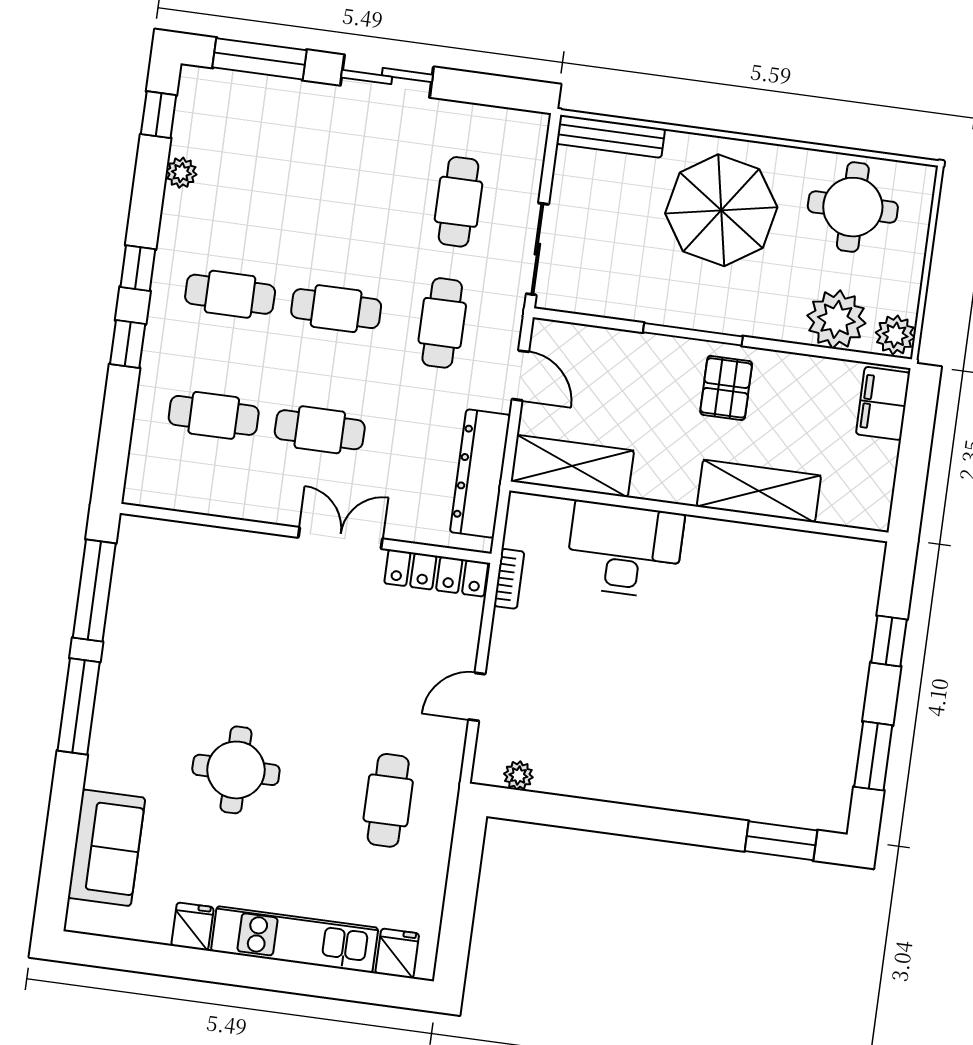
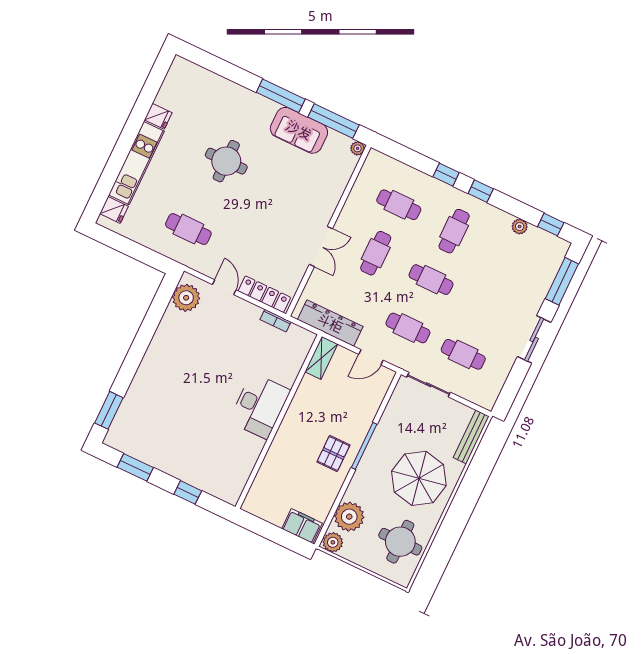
cafe table: (336, 309) -> (431, 280), turned 90
pallet: (726, 388) -> (333, 454), turned 90
cafe table: (214, 415) -> (399, 205), turned 90
shelving: (572, 466) -> (321, 358), width x0.67, depth x0.75
shelving: (759, 491) -> (279, 453), removed
plant: (132, 528) -> (357, 148), added
desk: (625, 550) -> (260, 406), moved
locker: (436, 573) -> (264, 294), moved, turned 90
plant: (518, 776) -> (186, 298), width x1.87, depth x1.87
sofa: (107, 848) -> (299, 130), moved

